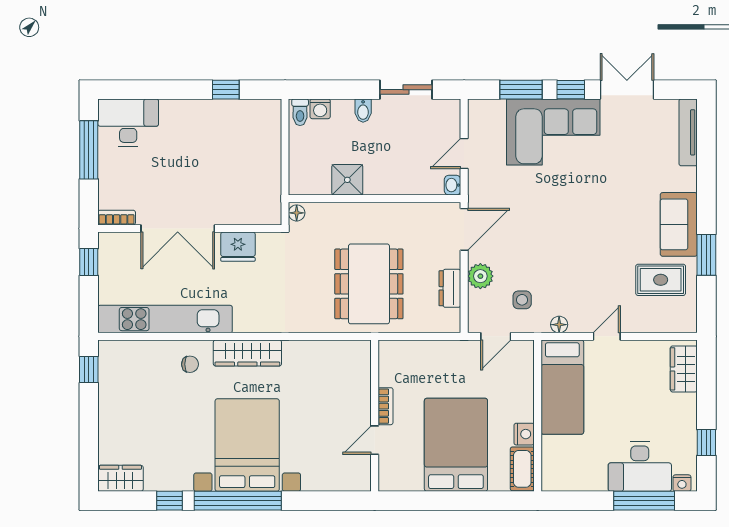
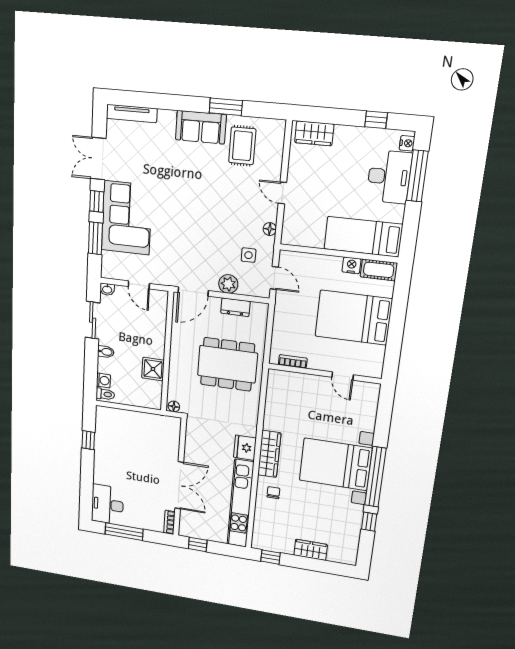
washbasin: (453, 185) -> (107, 289), moved
door: (464, 229) -> (193, 292), swing flipped
fridge: (238, 247) -> (245, 448), moved, turned 180
bed: (562, 387) -> (363, 237), moved, turned 180
bookcase: (386, 406) -> (293, 361), moved
wardrobe: (120, 478) -> (311, 550), moved, turned 90

